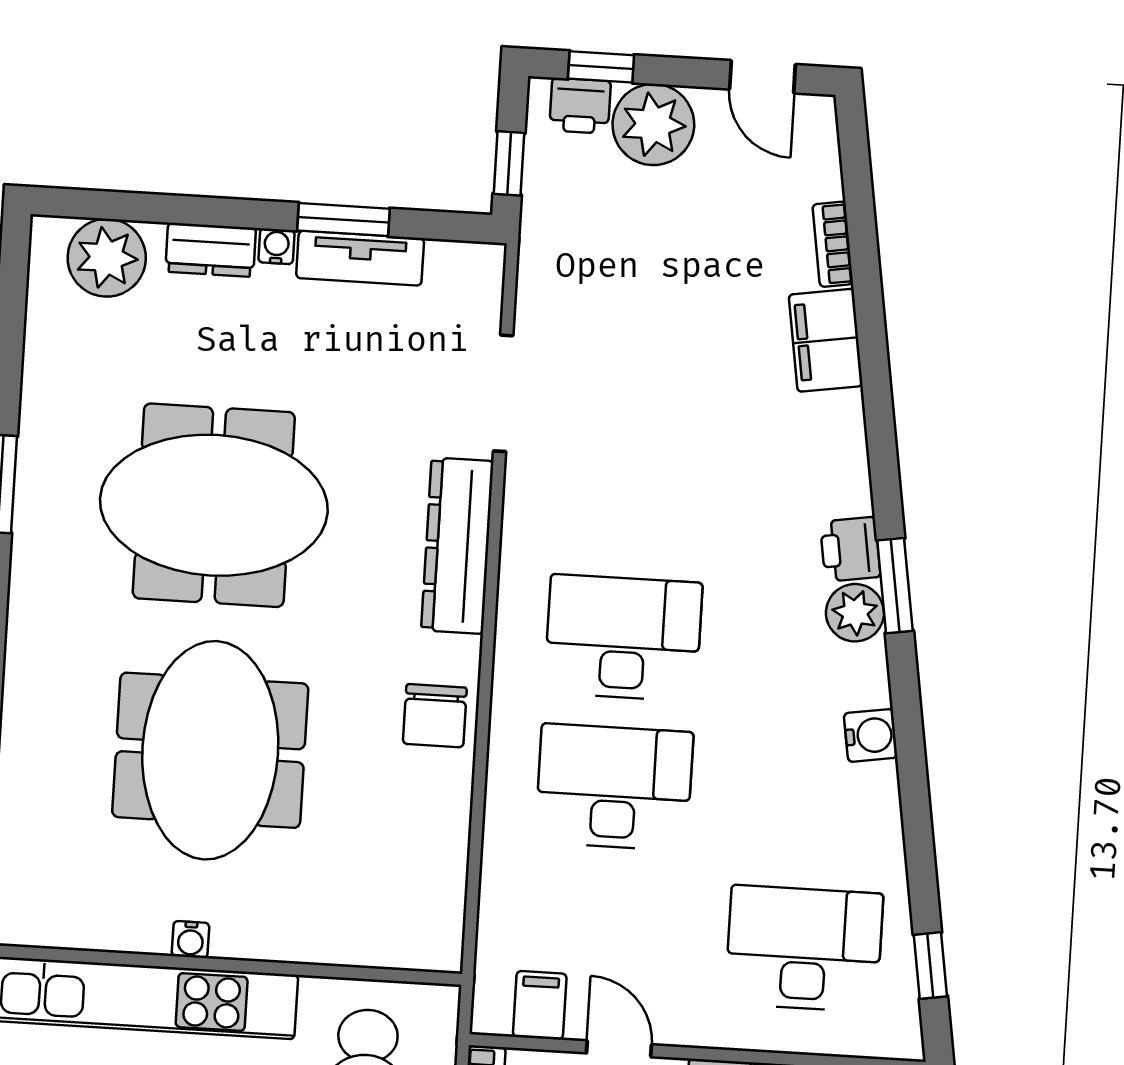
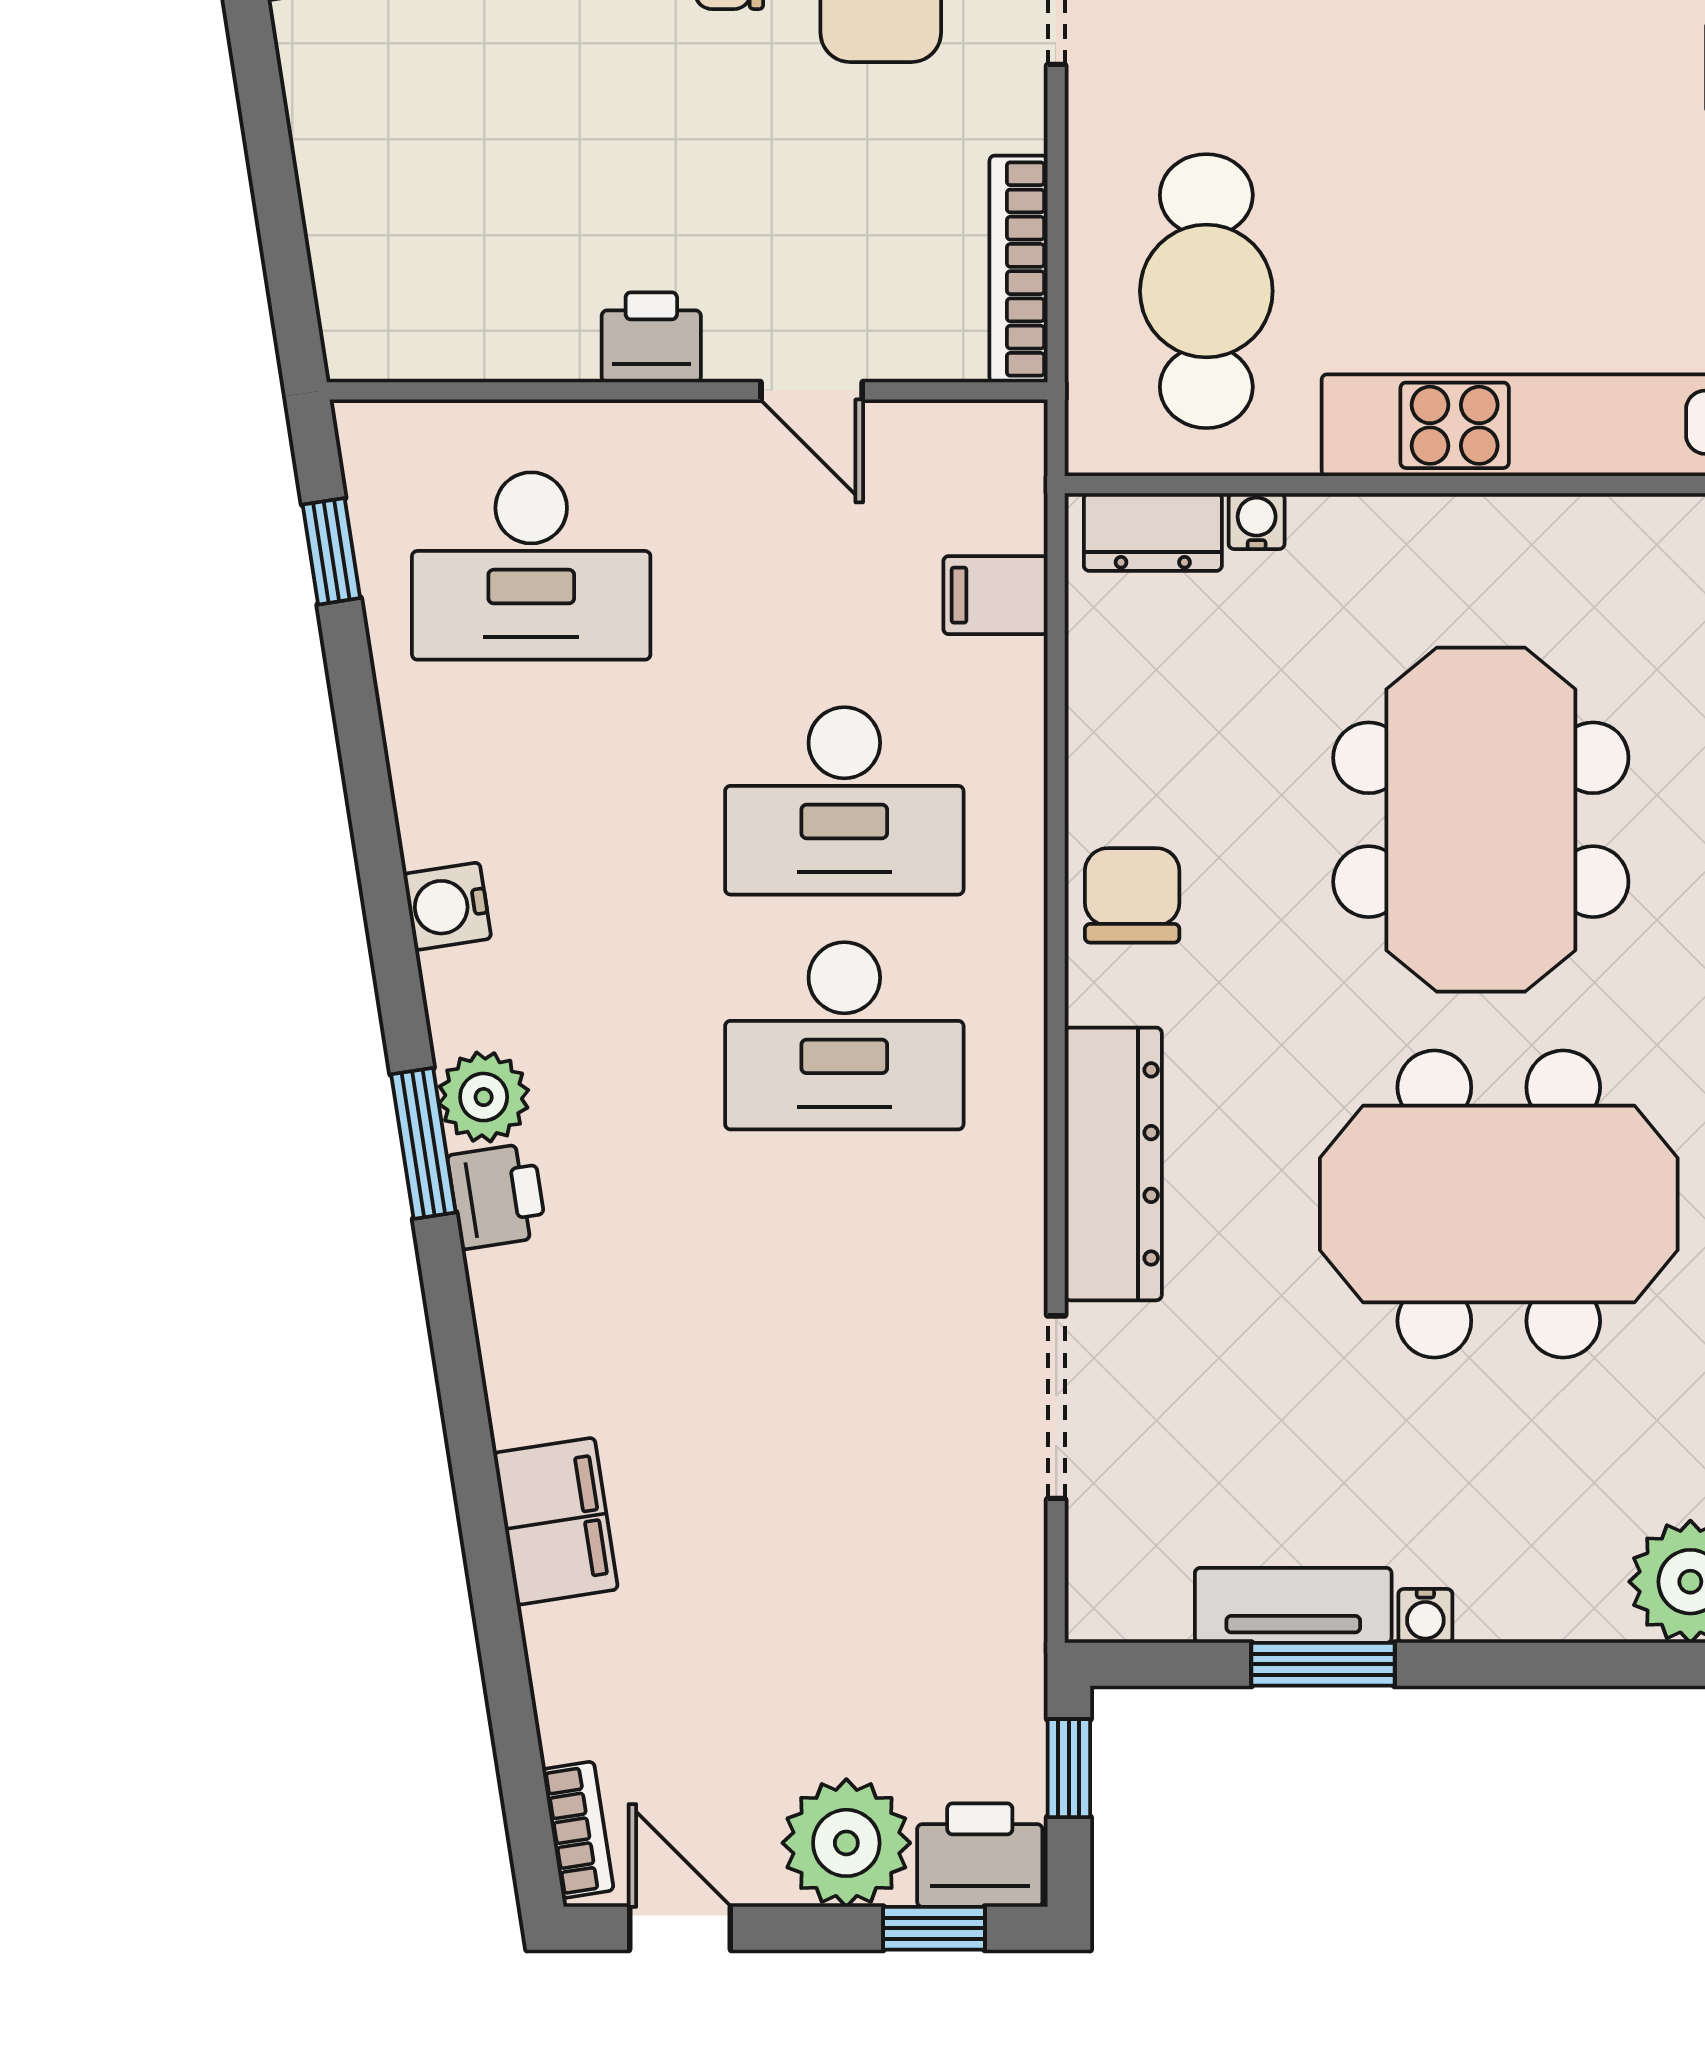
printer: (580, 106) -> (980, 1855), width x1.36, depth x1.24
bookcase: (833, 244) -> (578, 1830), moved
dresser: (211, 250) -> (1153, 532), moved, turned 180
water cooler: (191, 940) -> (1257, 521), moved
filing cabinet: (540, 1005) -> (995, 595), moved, turned 90

